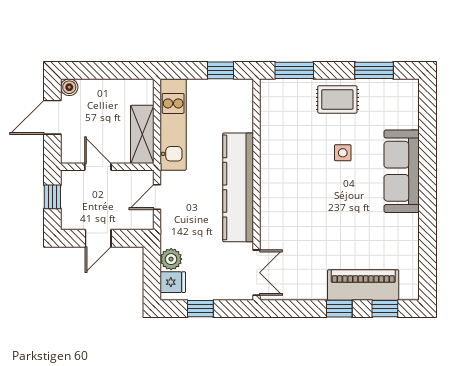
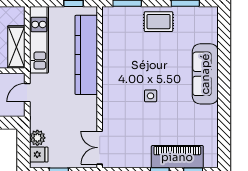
side table: (343, 153) -> (151, 96), moved
kitchen counter: (238, 187) -> (86, 55), moved
double door: (257, 273) -> (100, 148), swing flipped

